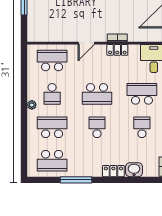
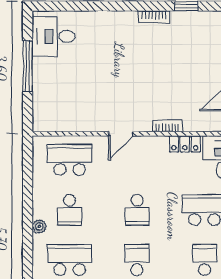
locker: (117, 50) -> (185, 144), moved
school desk: (97, 94) -> (137, 210), width x0.54

